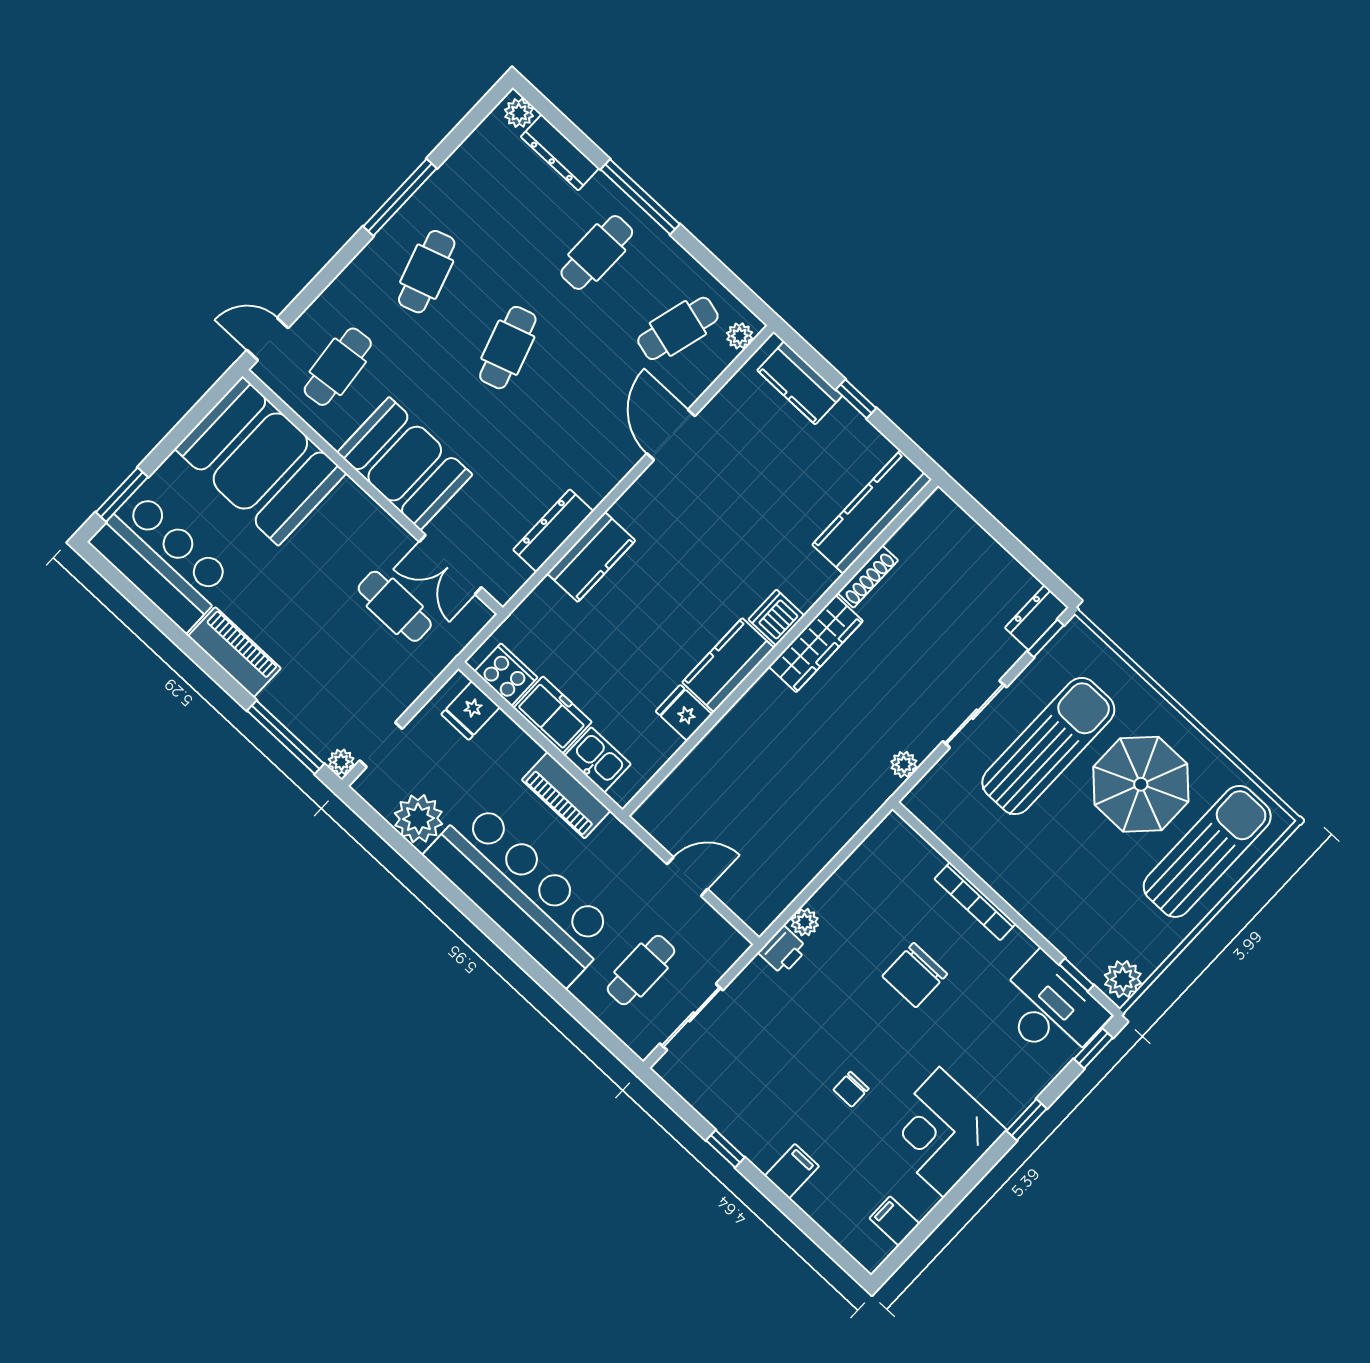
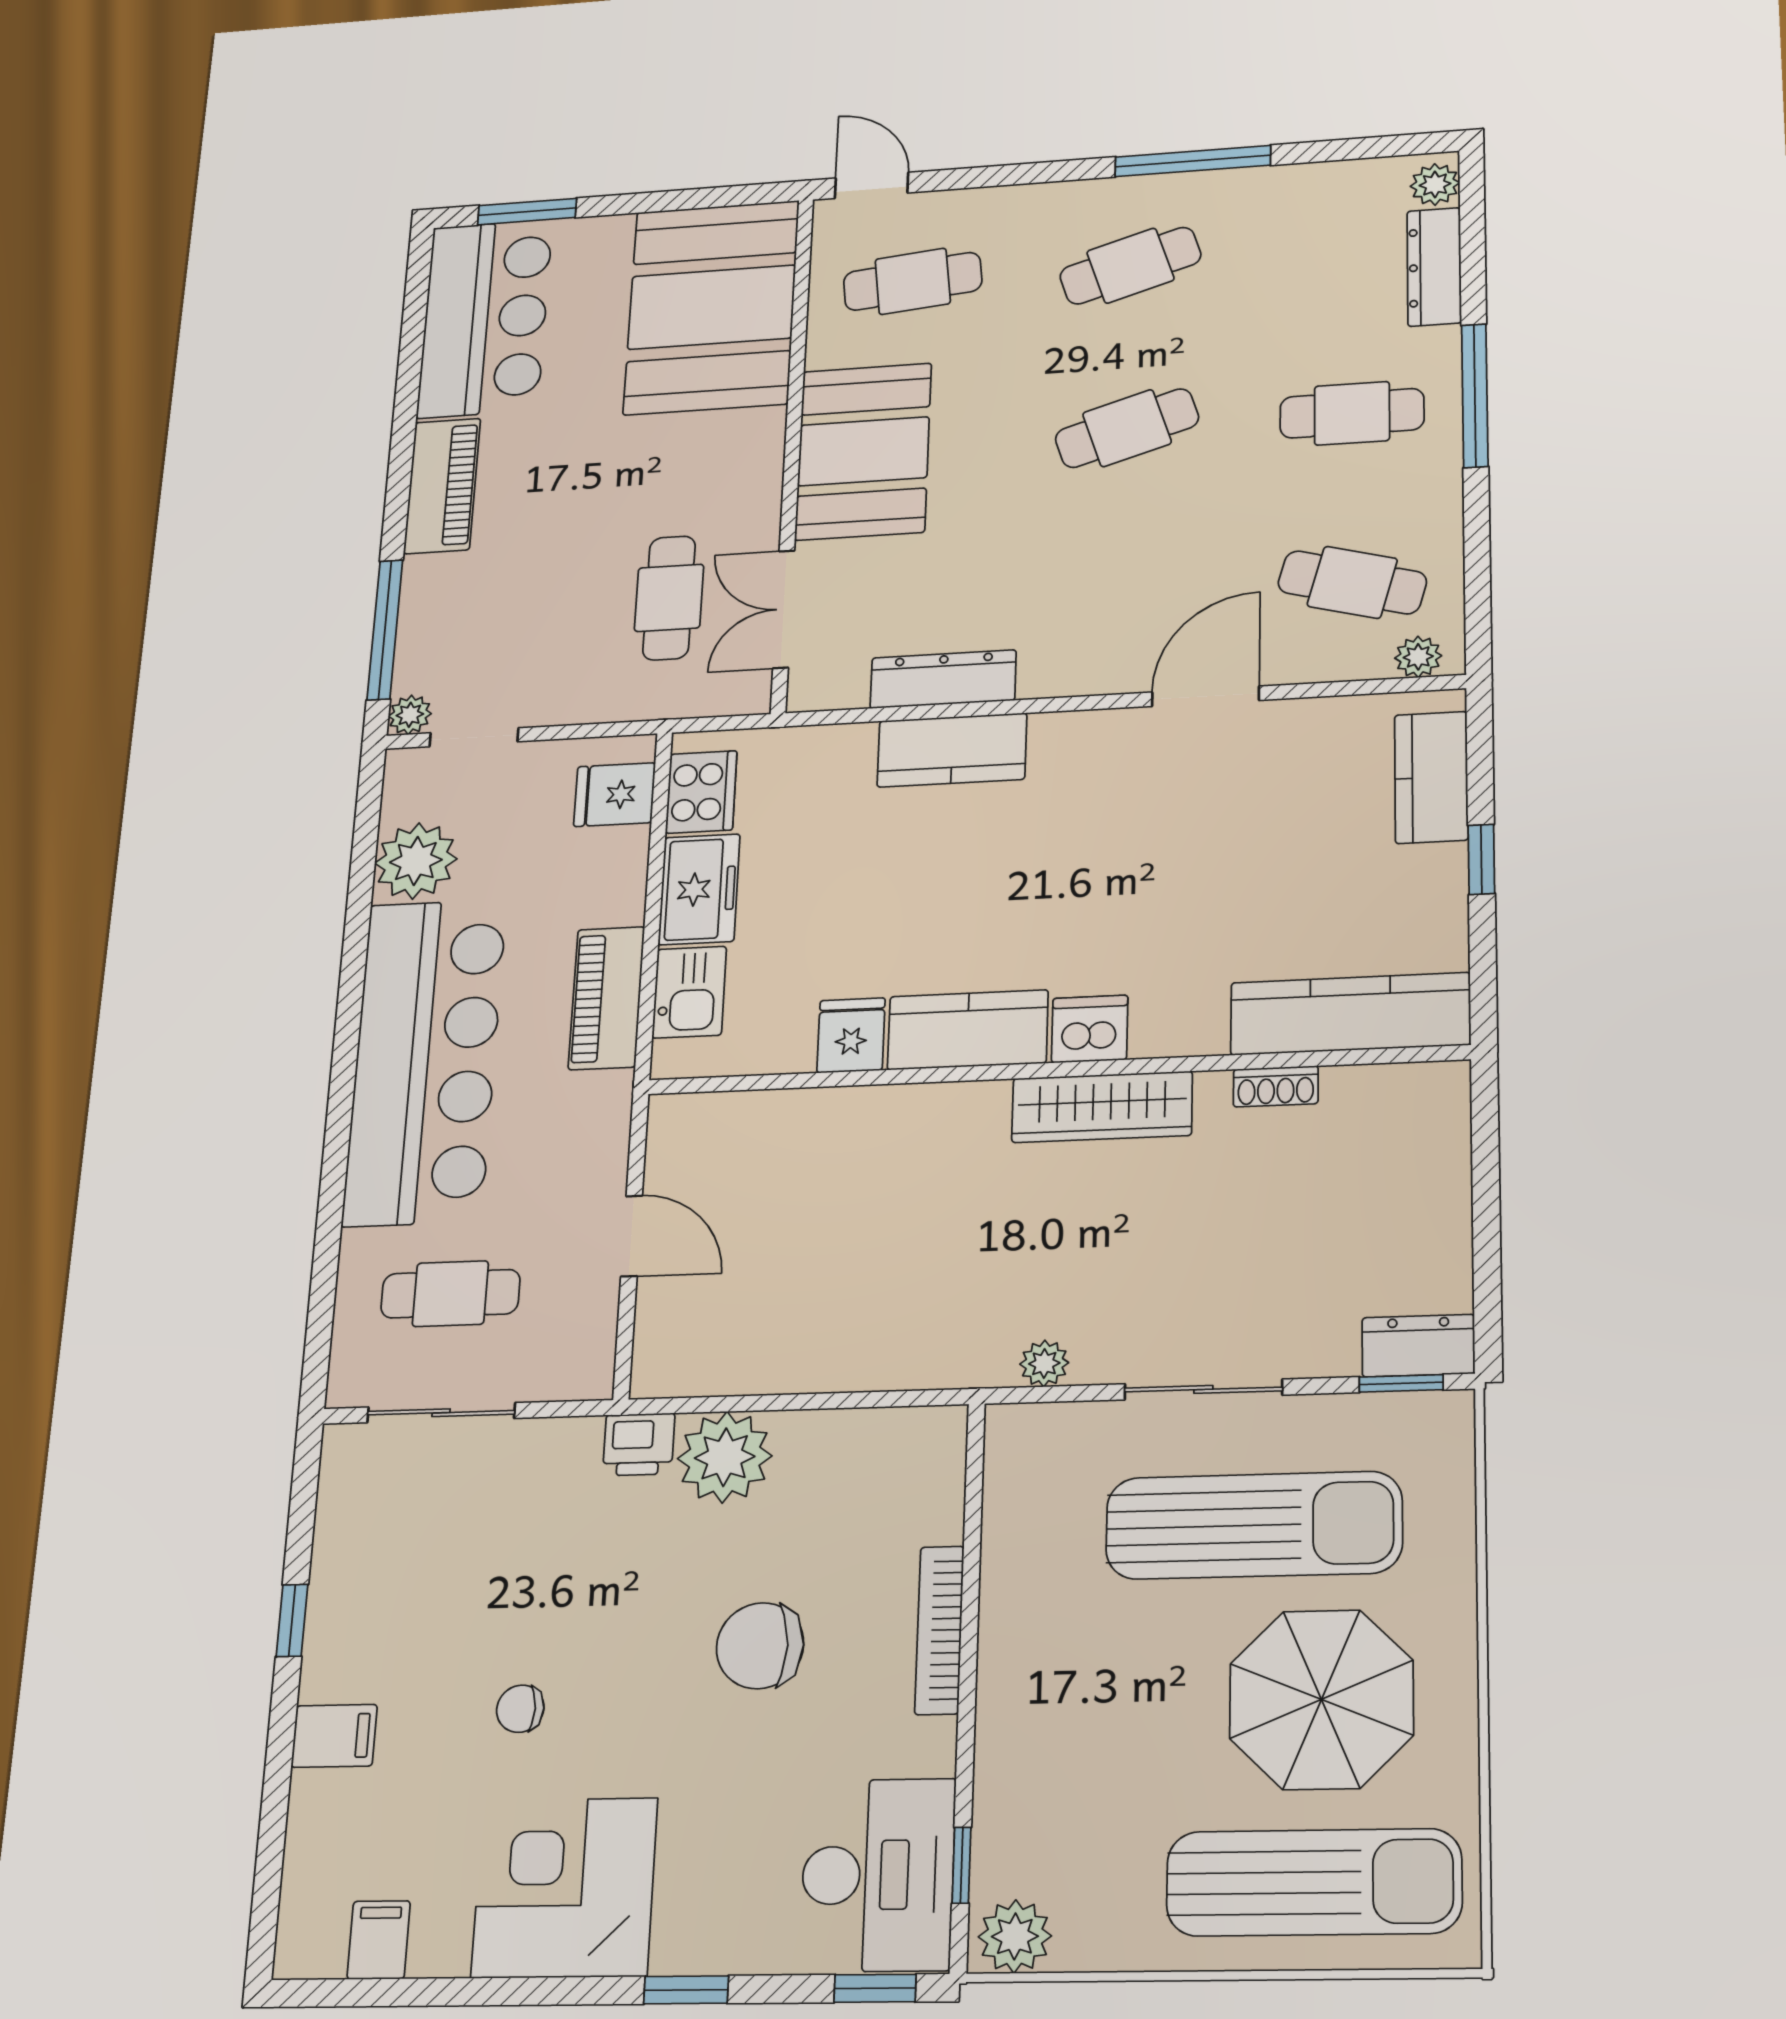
shoe rack: (868, 577) -> (1276, 1086), width x0.70
plant: (805, 922) -> (725, 1457), width x1.87, depth x1.87

